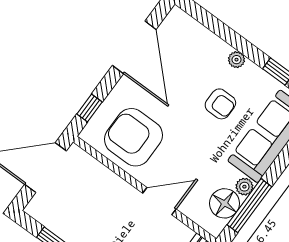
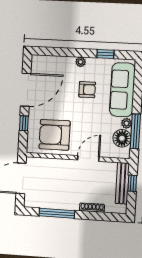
door: (134, 47) -> (26, 90), hinge flipped
window: (89, 108) -> (24, 123), moved

